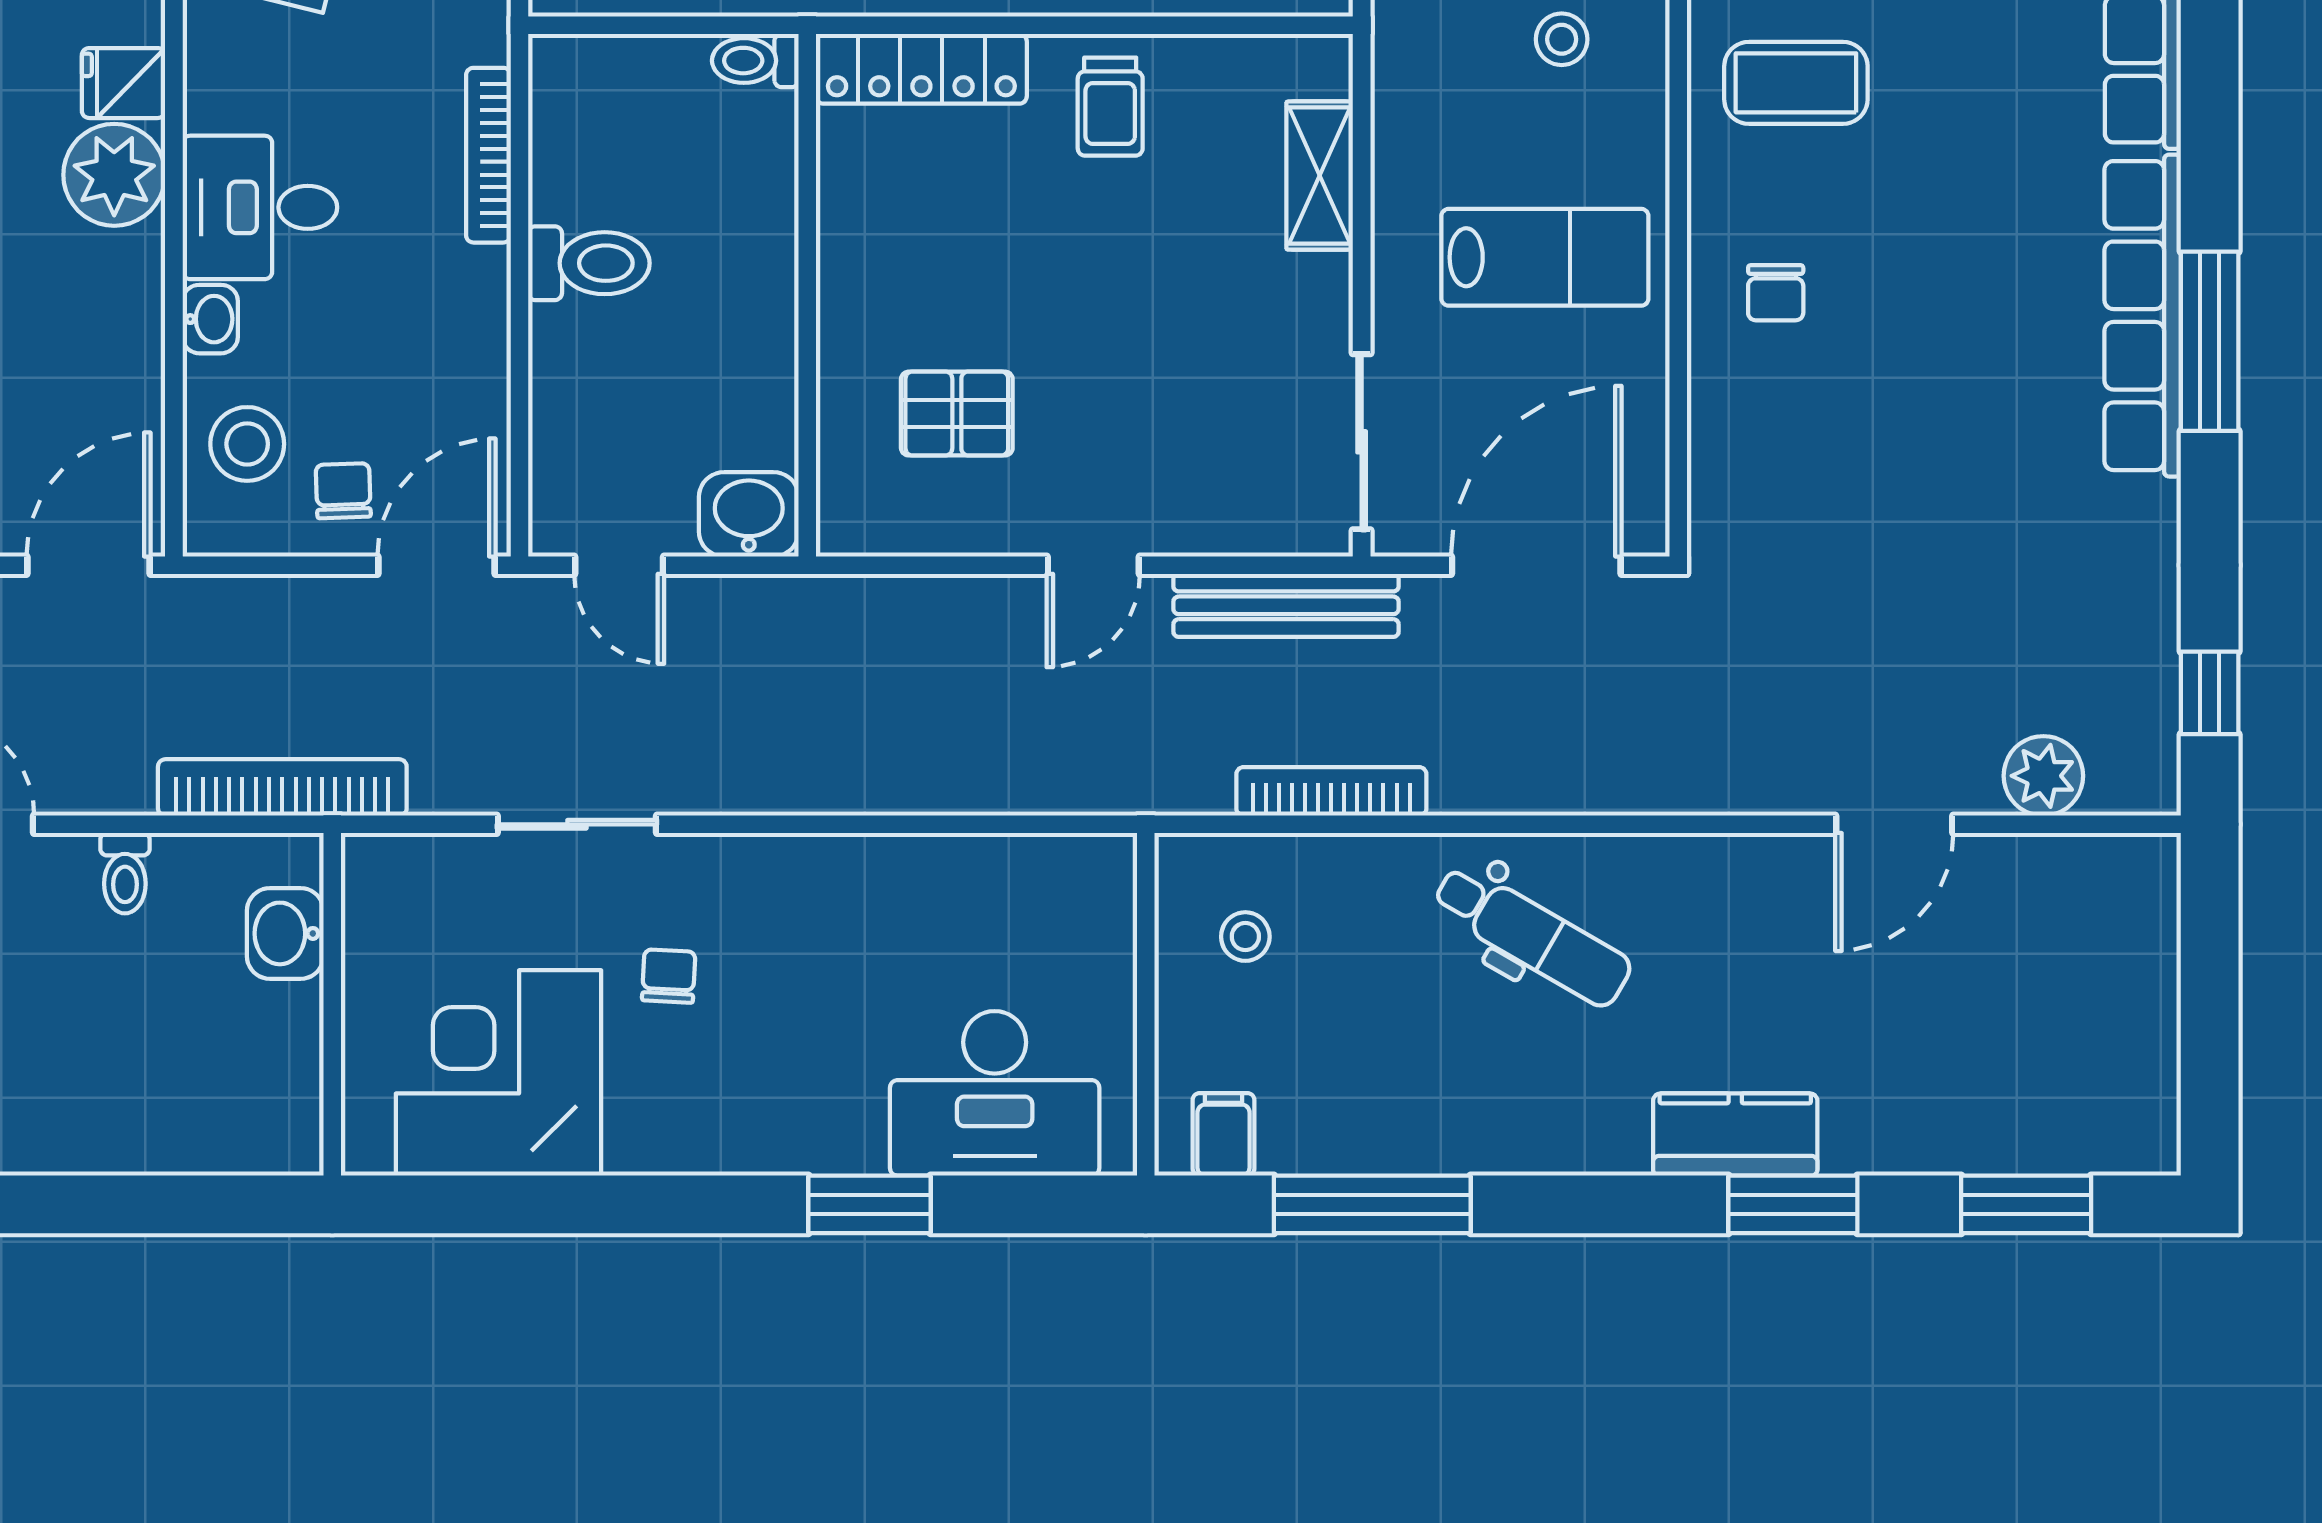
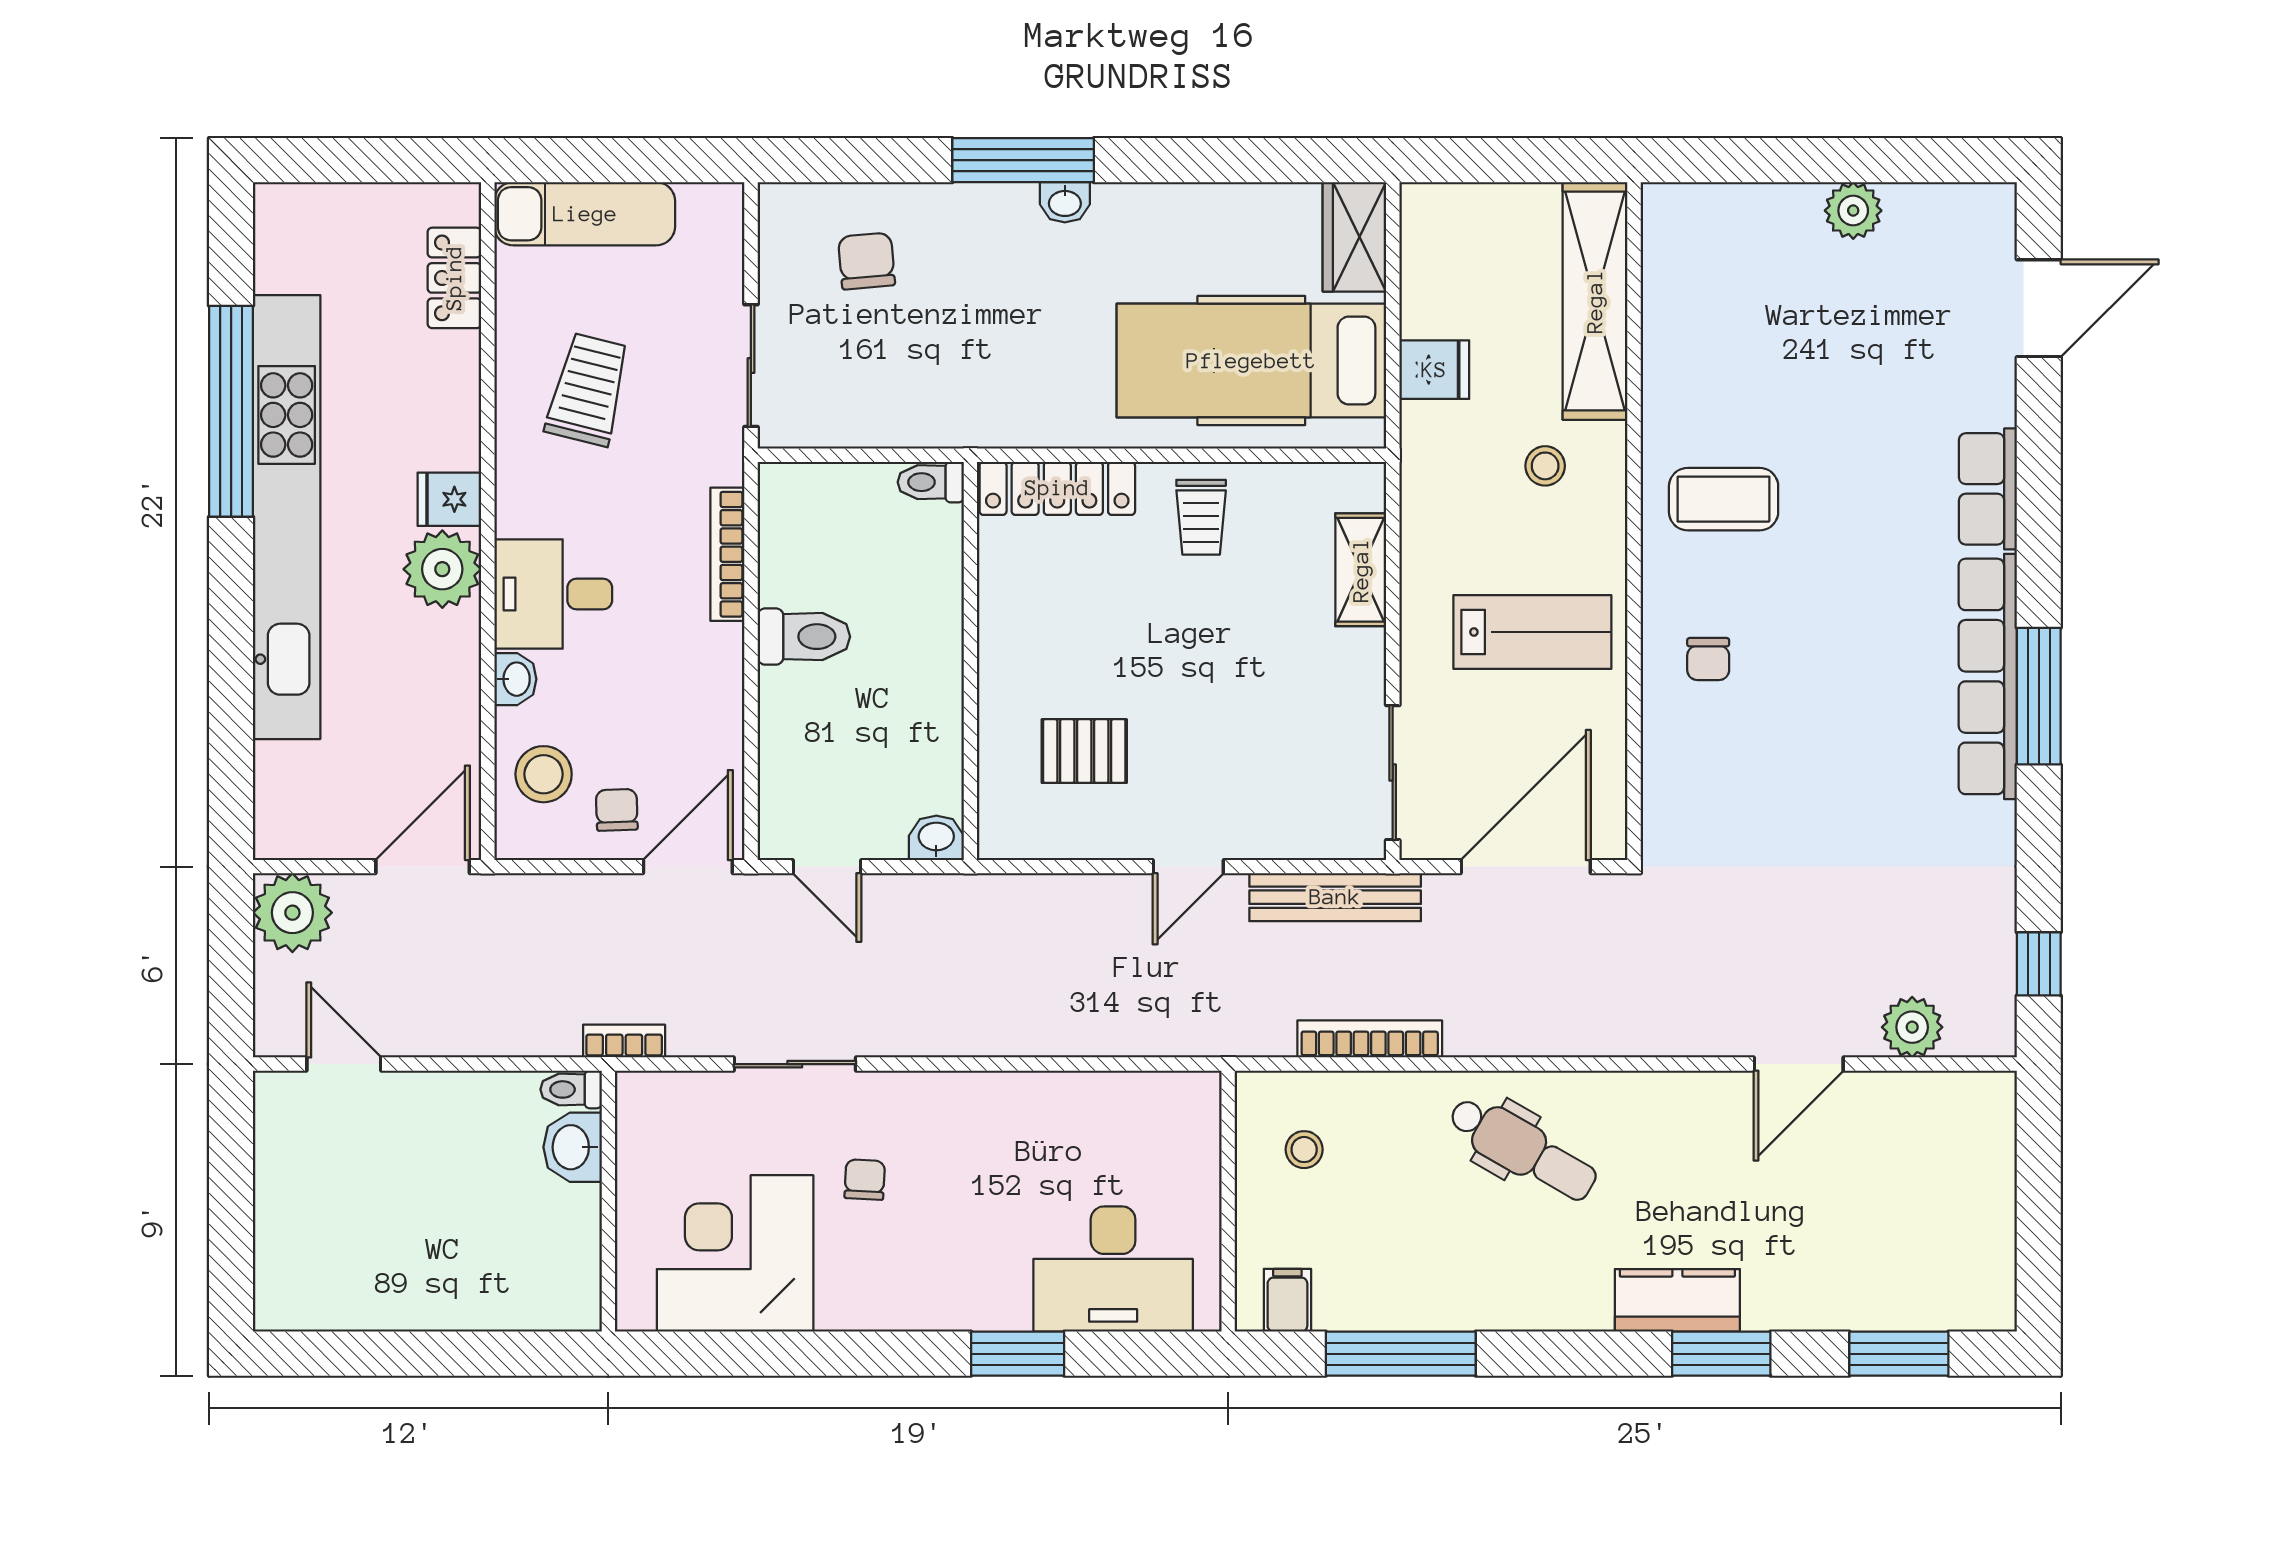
washbasin: (749, 514) -> (936, 838), width x0.72, depth x0.69
bookcase: (282, 787) -> (624, 1041), width x0.43, depth x0.76
toilet: (125, 873) -> (571, 1089), moved, turned 90

